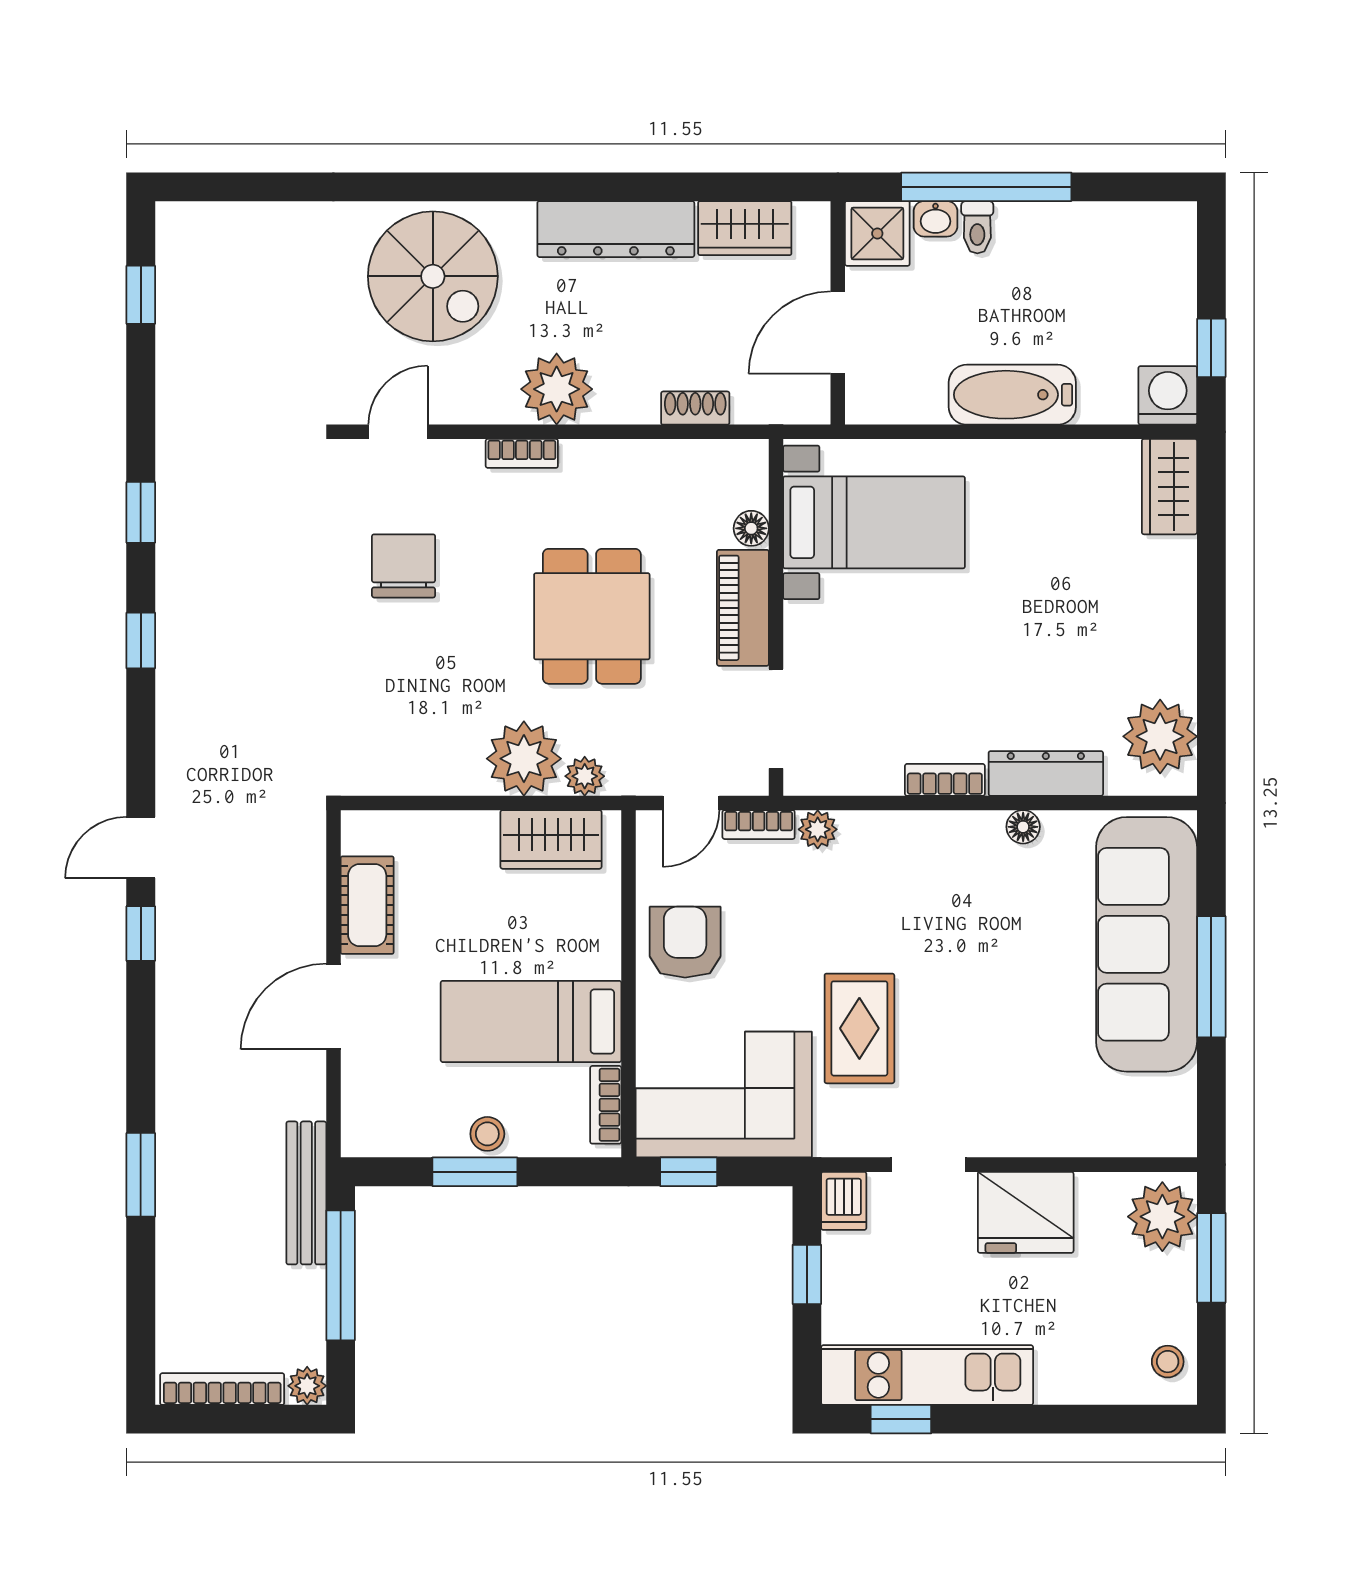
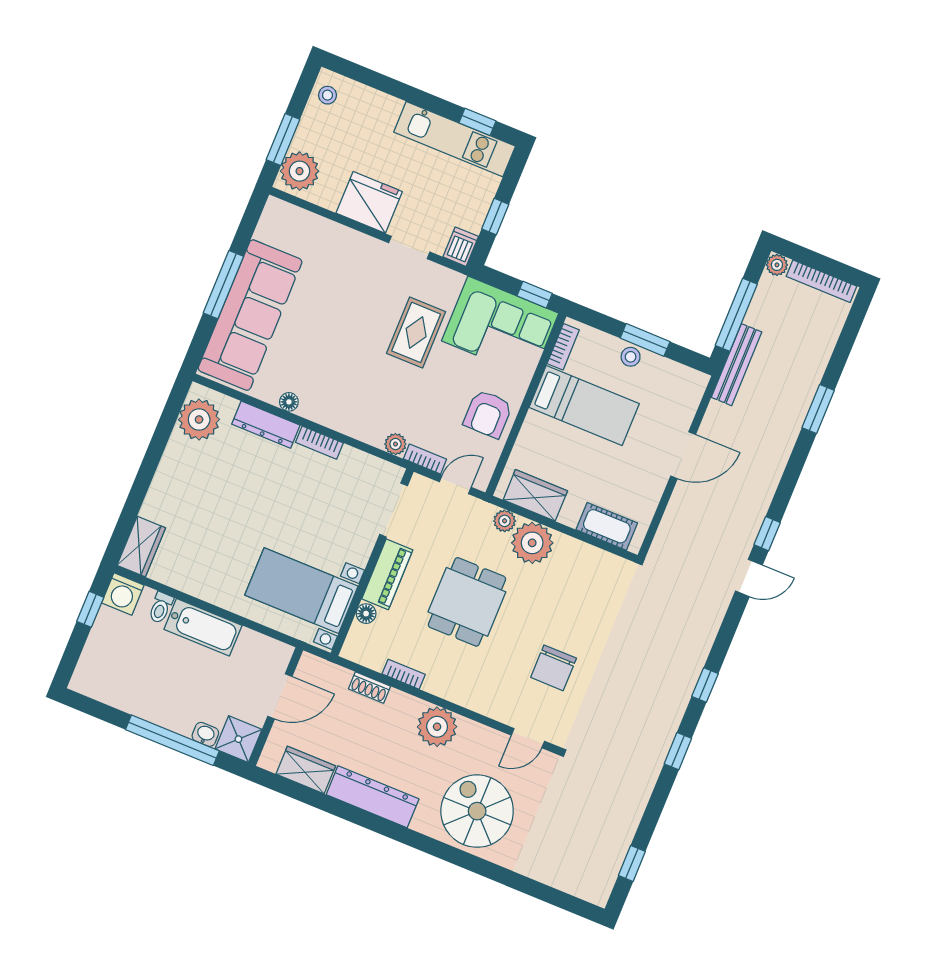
toilet: (977, 227) -> (161, 608), moved, turned 180
bookcase: (522, 453) -> (404, 674), moved
cot: (367, 905) -> (607, 526), moved, turned 90

